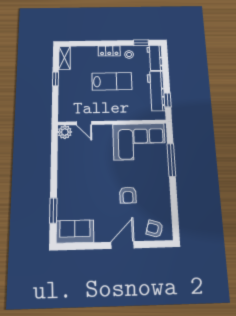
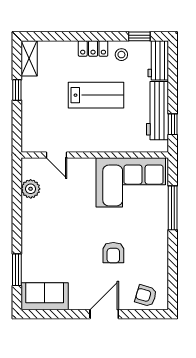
plant: (65, 132) -> (31, 189), moved

